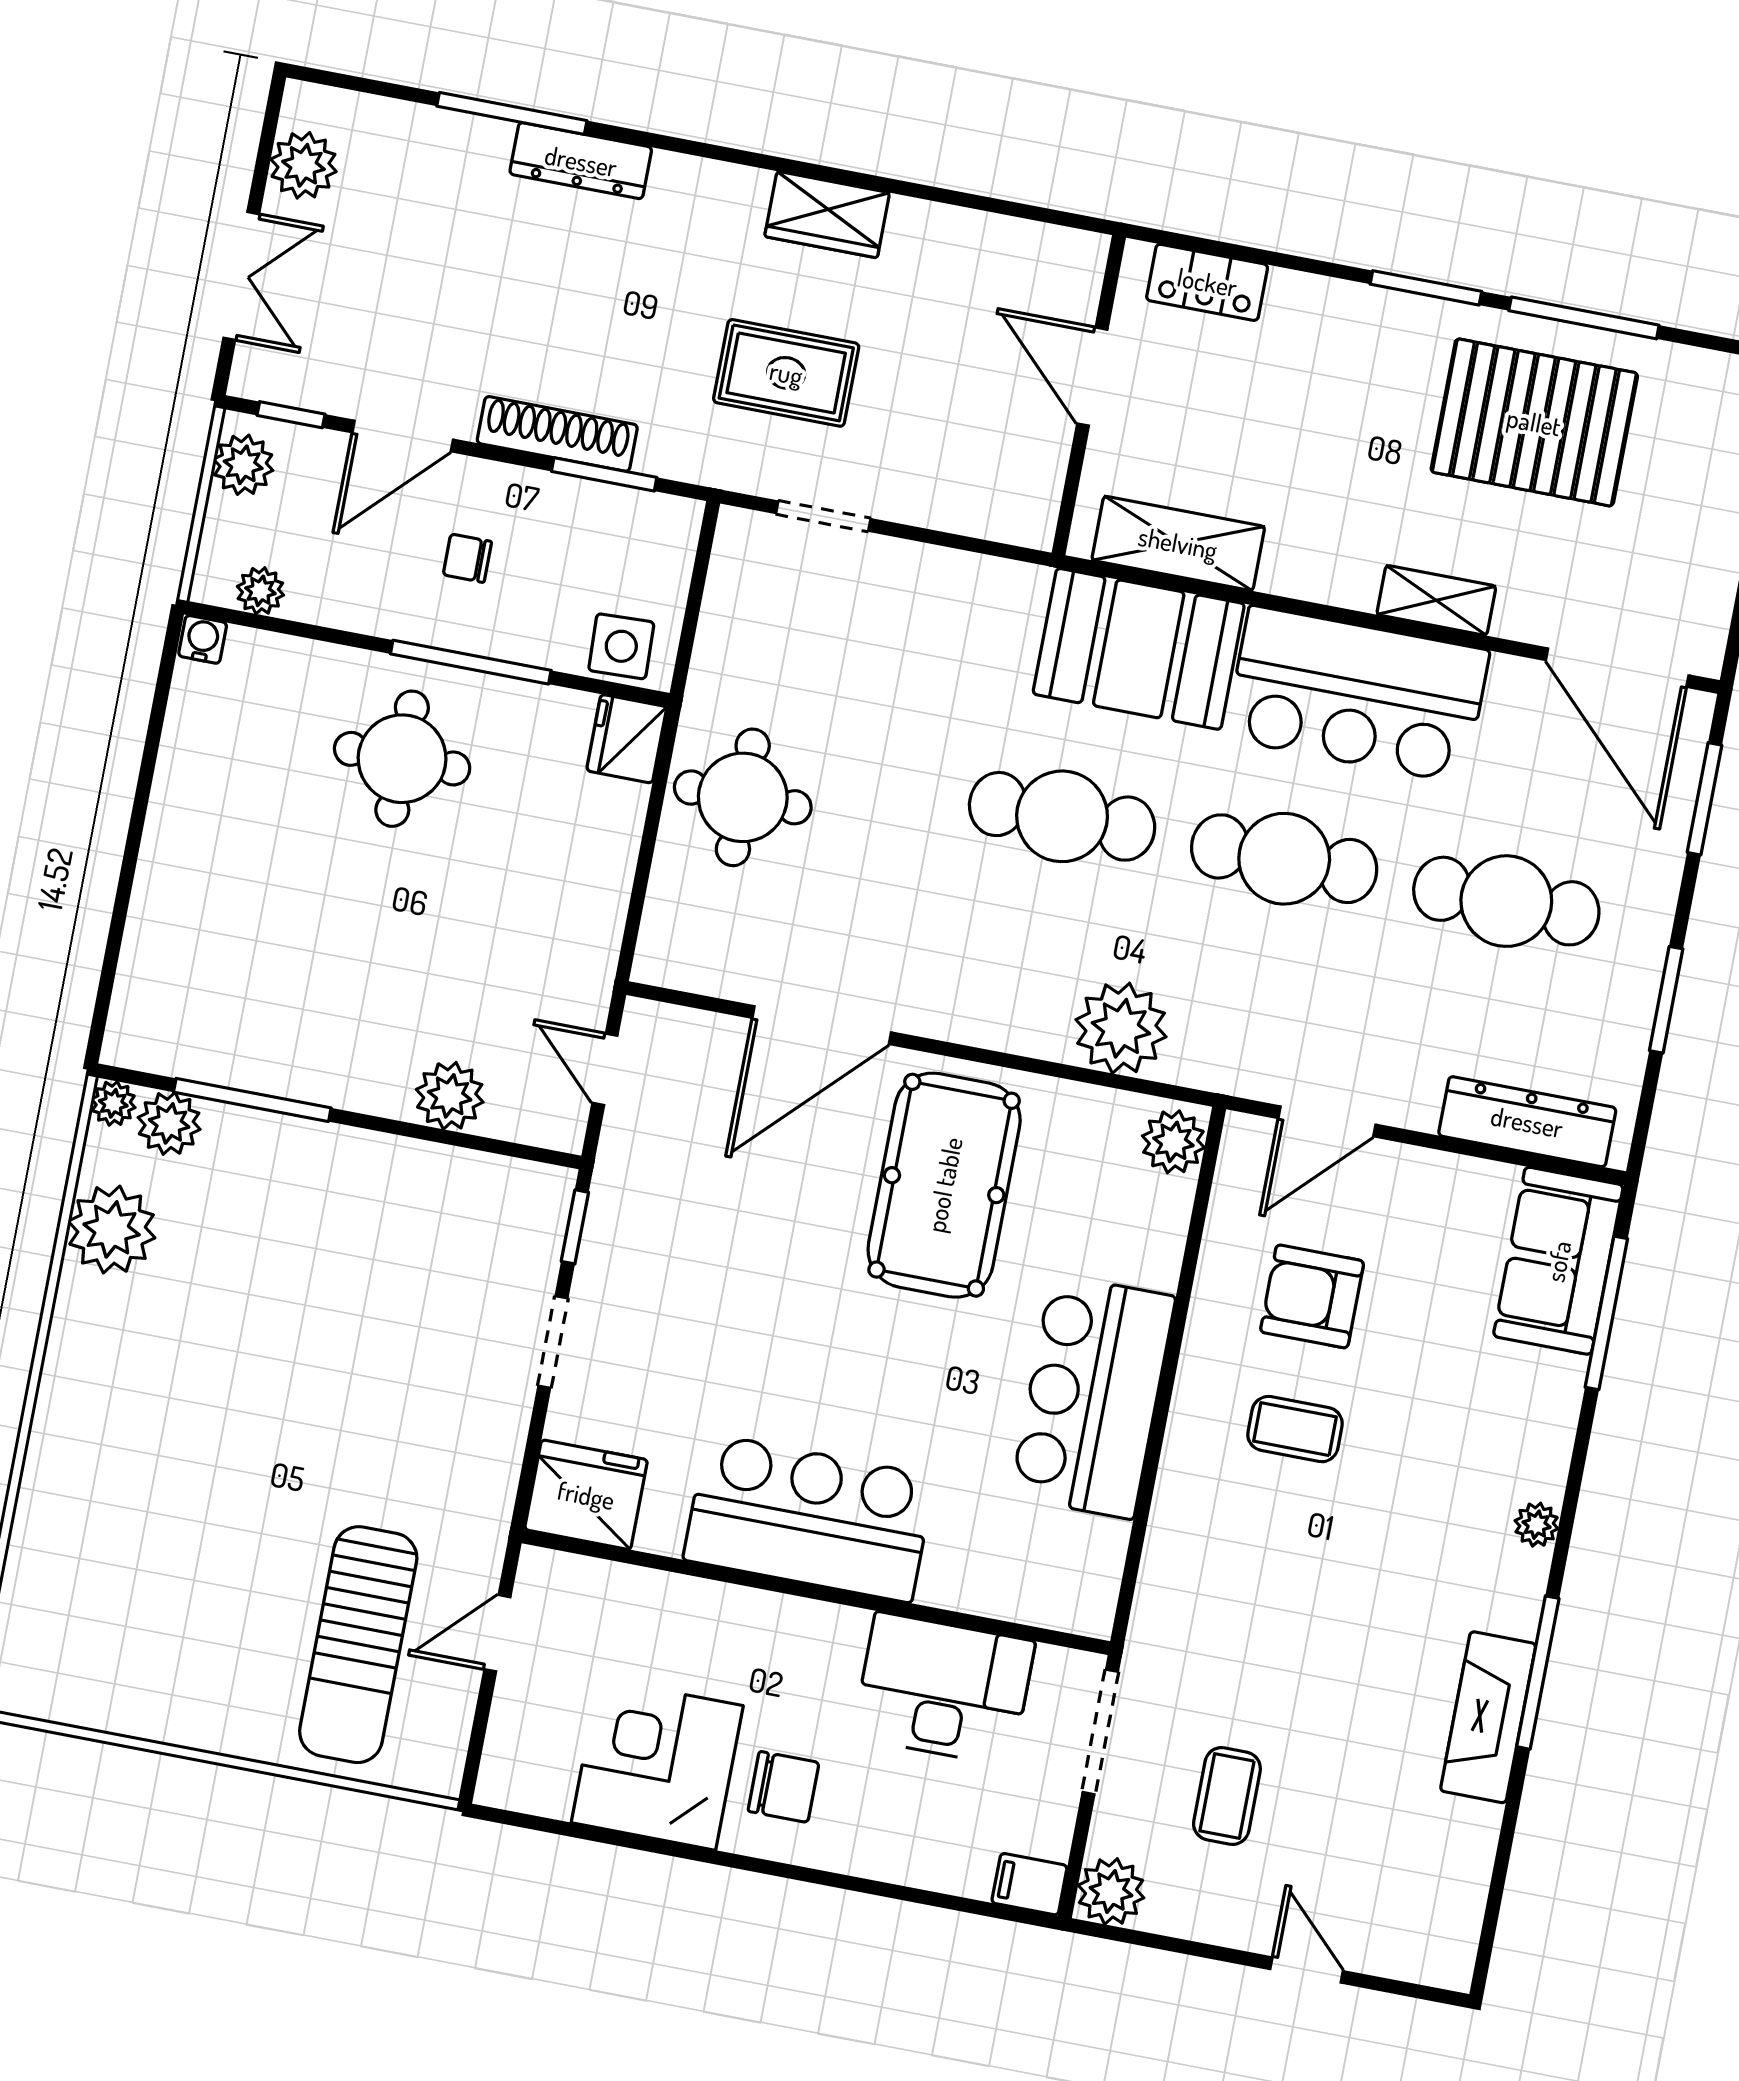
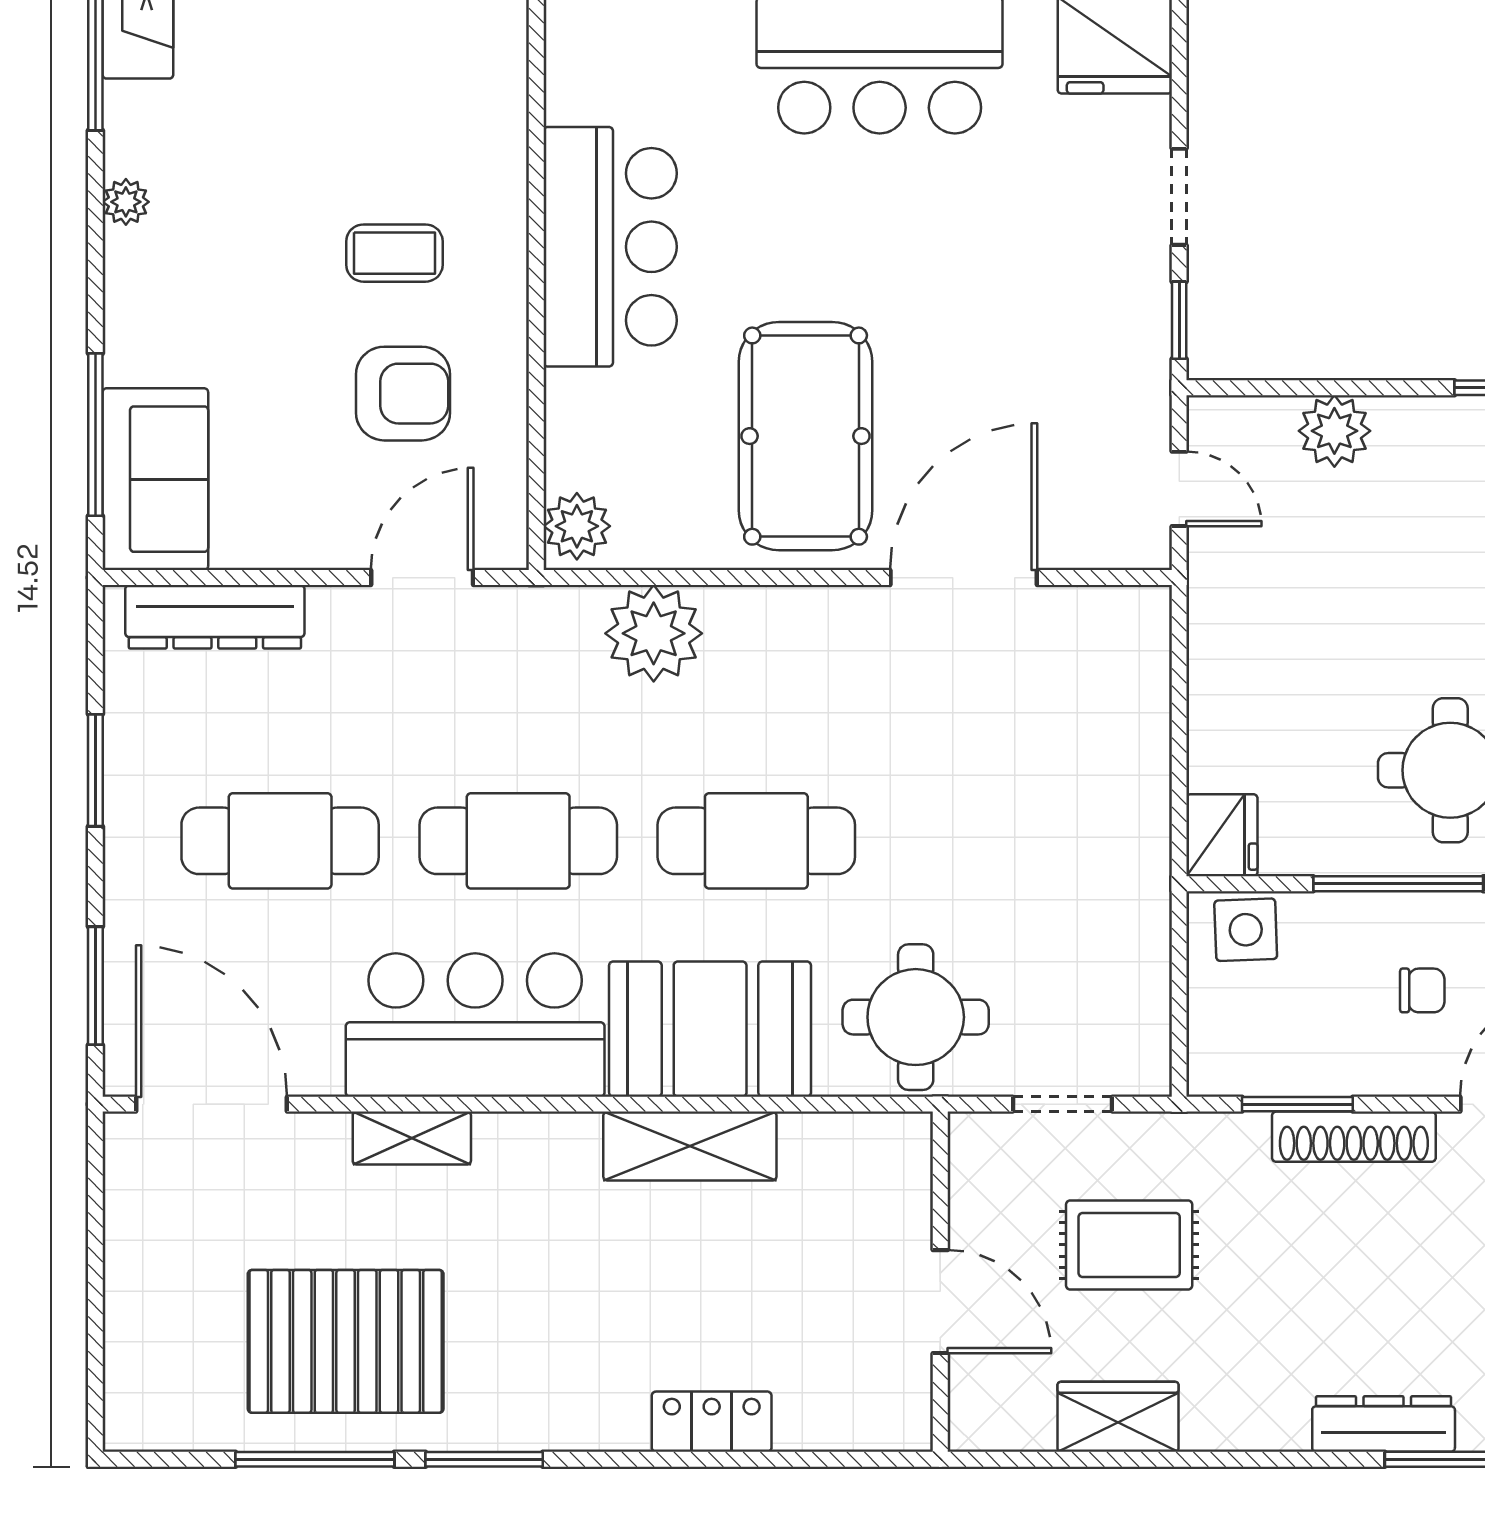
door: (1092, 377) -> (940, 1302), moved
wall: (1089, 395) -> (940, 1282), moved
round table: (743, 797) -> (916, 1017), moved

